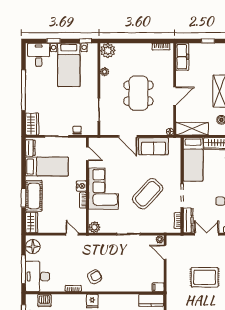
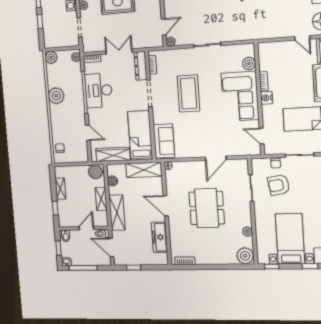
freezer: (182, 57) -> (159, 237), moved
door: (175, 96) -> (166, 206), hinge flipped
armchair: (76, 111) -> (279, 185), added
door: (128, 136) -> (216, 158), swing flipped
sofa: (153, 146) -> (164, 141), moved, turned 90
coffee table: (148, 194) -> (188, 93), turned -43
plant: (94, 227) -> (249, 64), moved
door: (72, 234) -> (302, 38), moved
double door: (207, 234) -> (119, 52), swing flipped
door: (165, 252) -> (164, 27), hinge flipped

